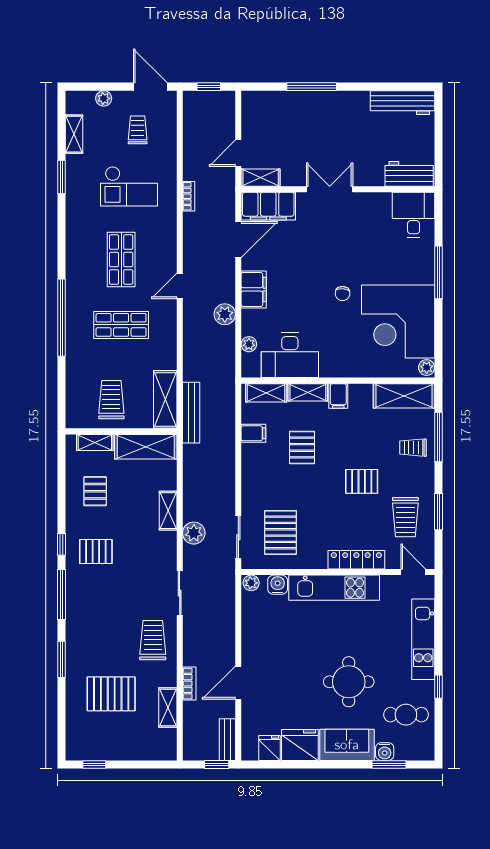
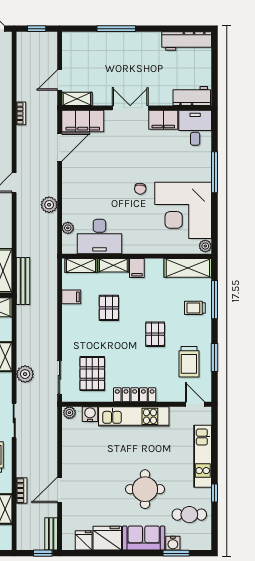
filing cabinet: (254, 289) -> (163, 120), moved, turned 90
pallet: (362, 481) -> (155, 334), turned 90
locker: (356, 560) -> (135, 395), moved

